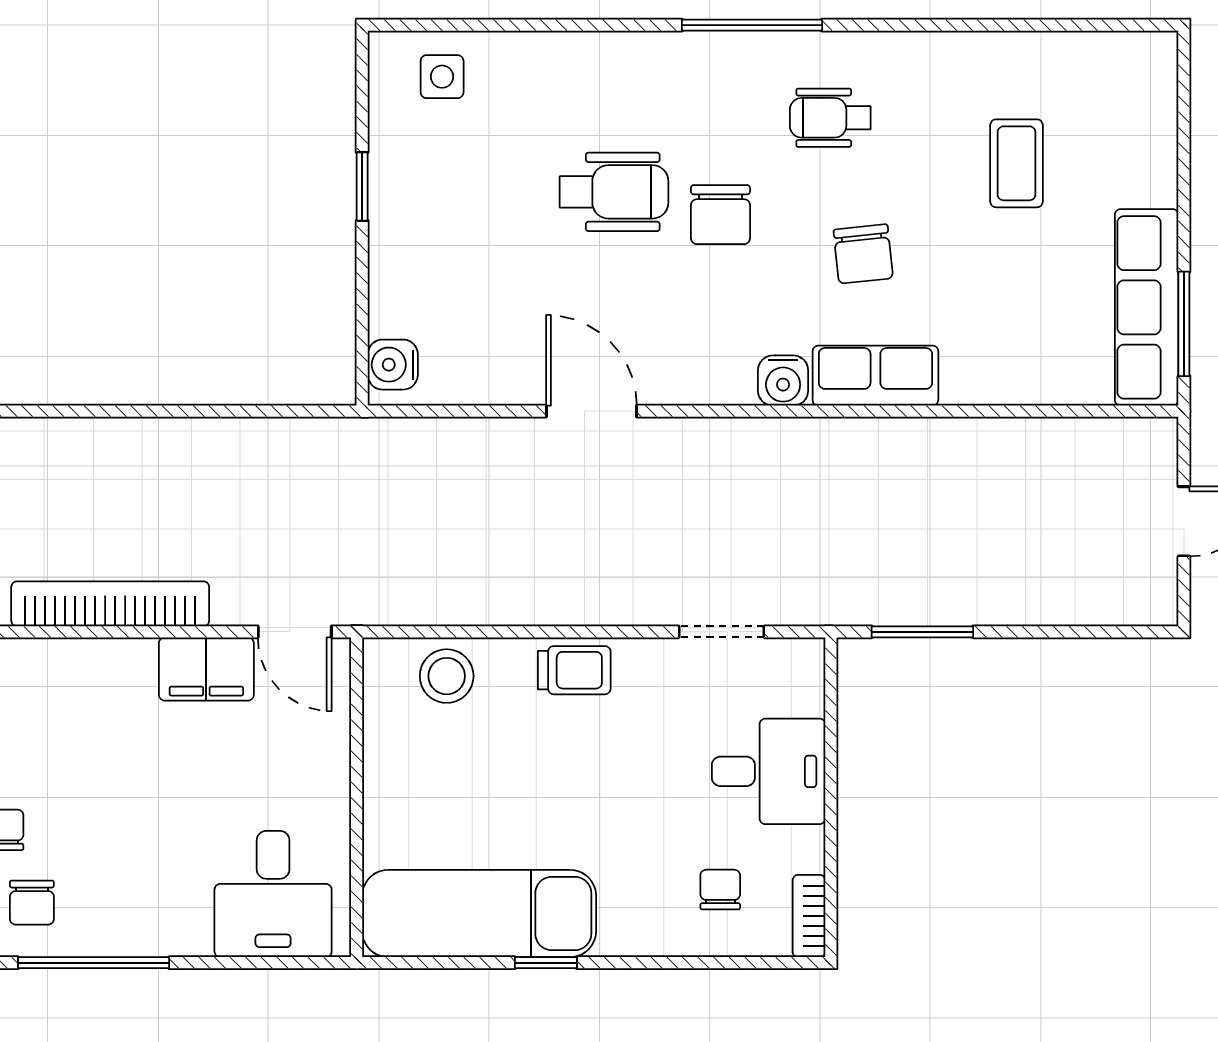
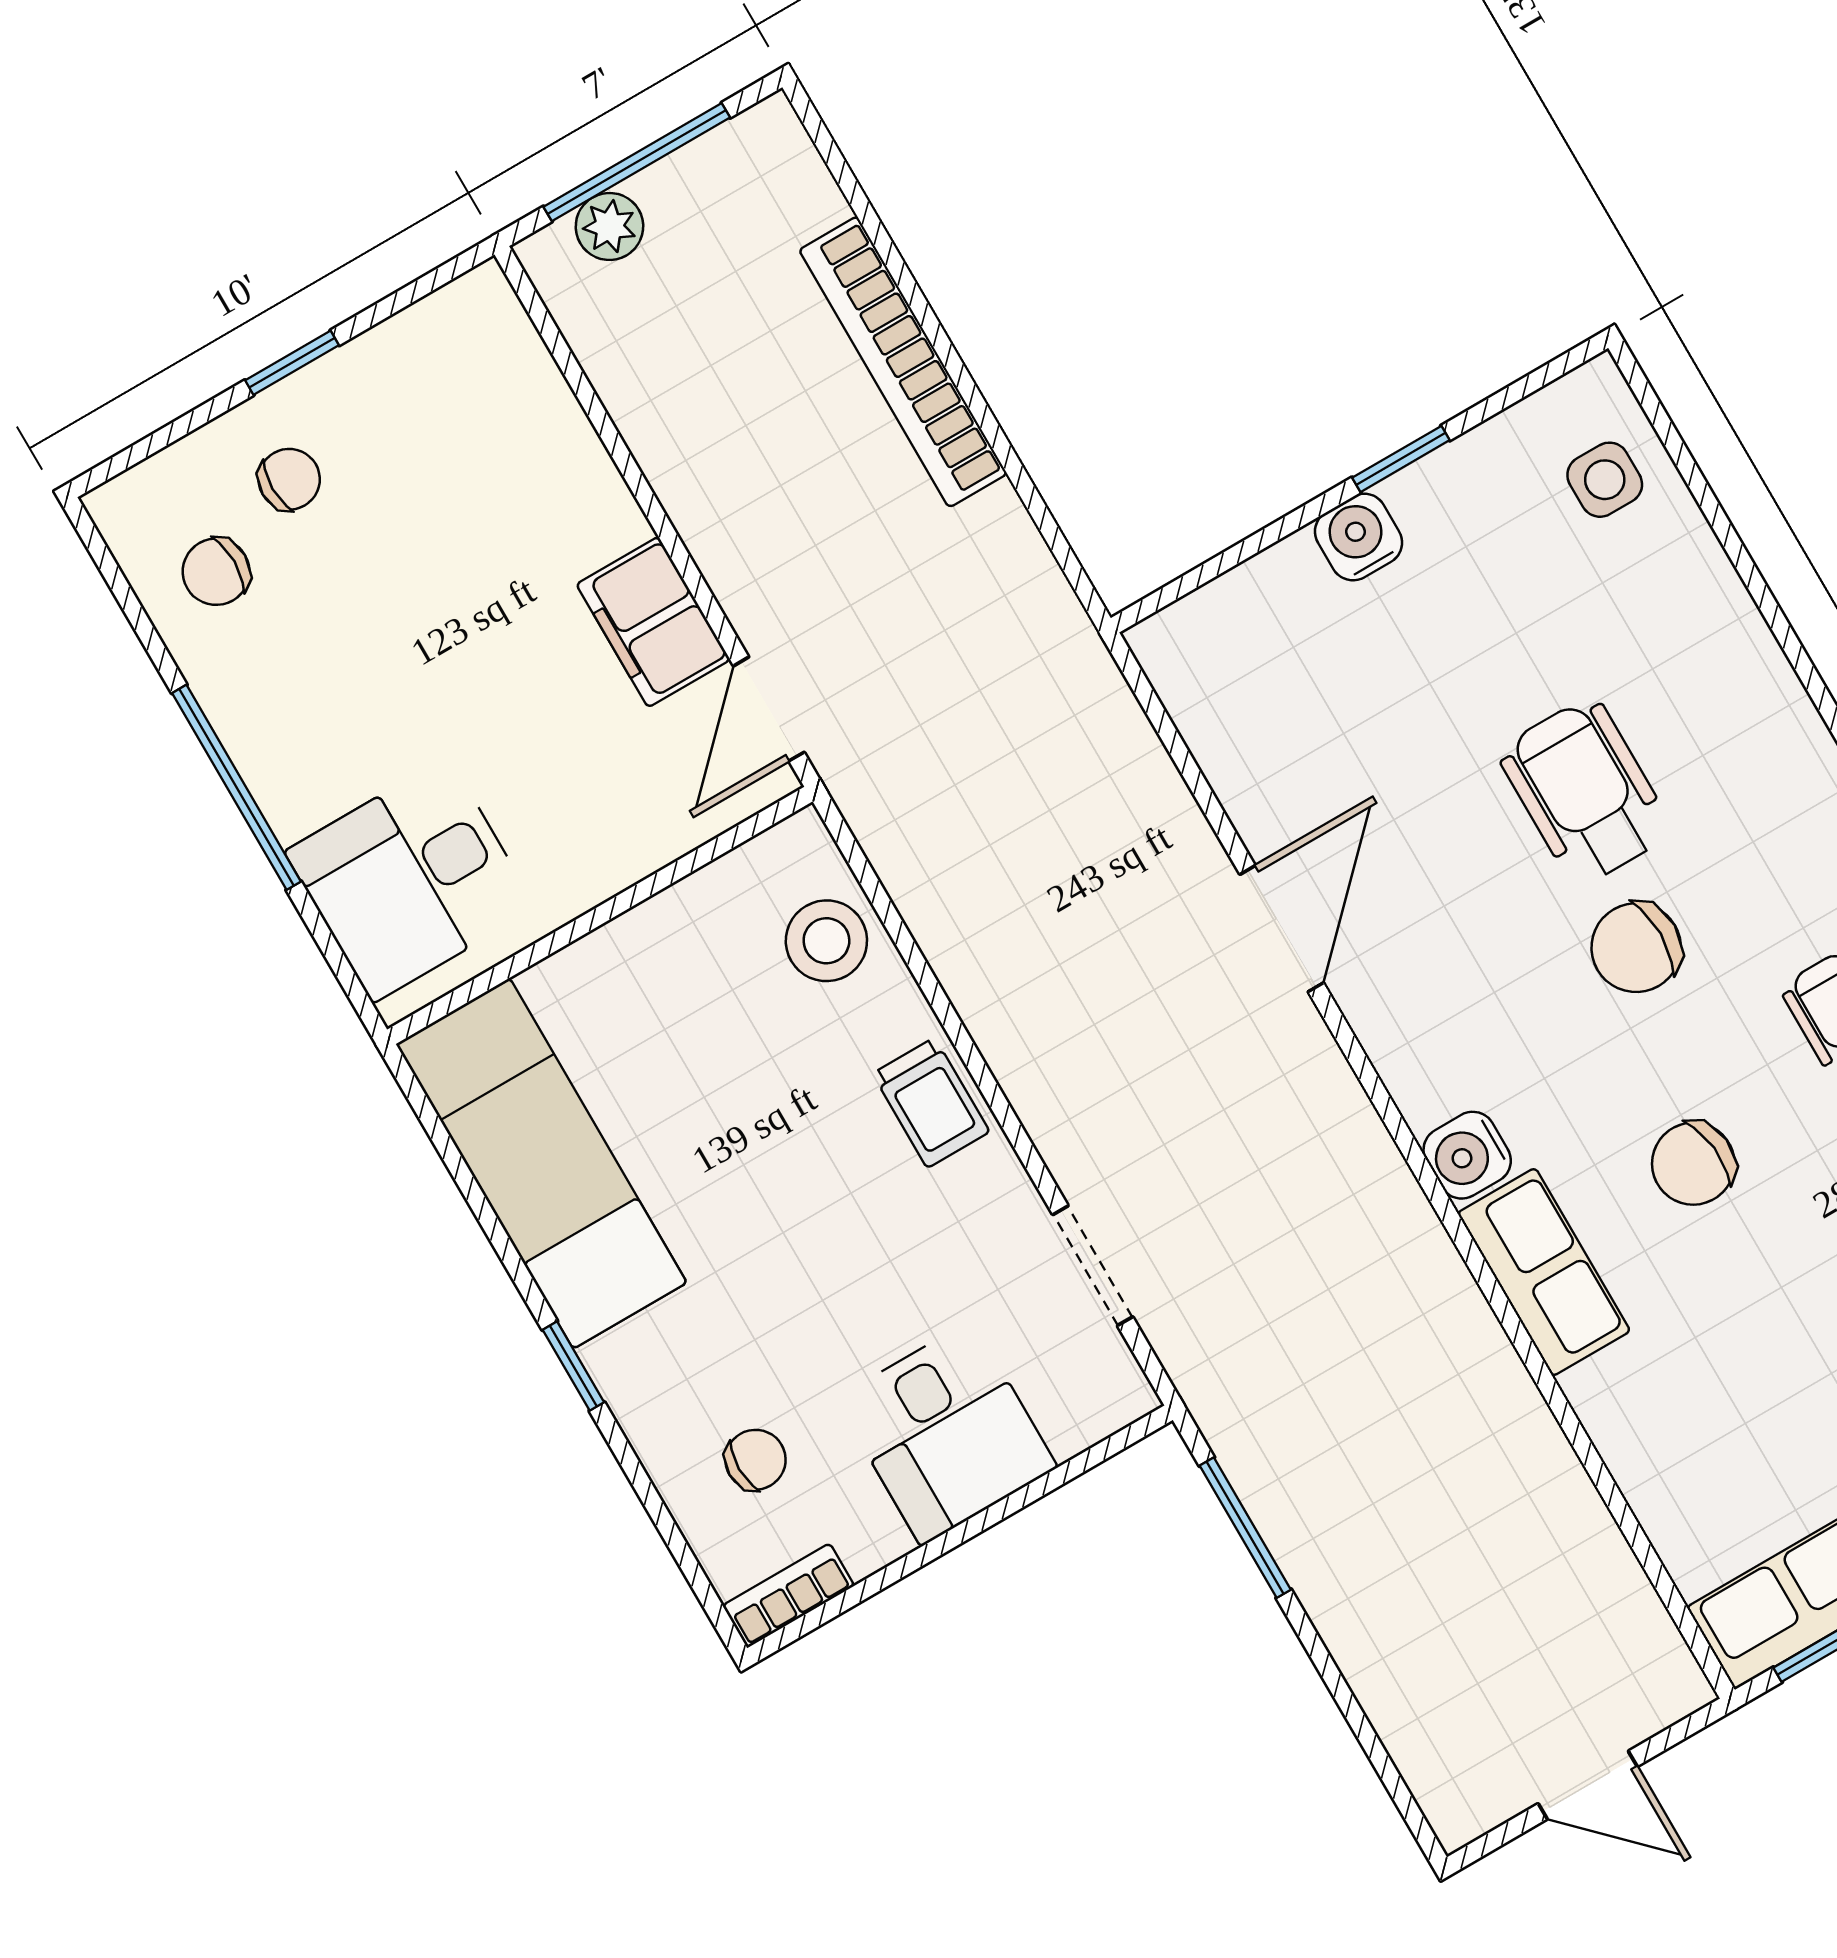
wheelchair: (614, 192) -> (1585, 792), turned 180
water cooler: (393, 365) -> (1359, 537), moved
bookcase: (110, 604) -> (903, 362), moved, turned 180
window: (94, 963) -> (237, 787), moved
window: (546, 963) -> (573, 1366), moved

